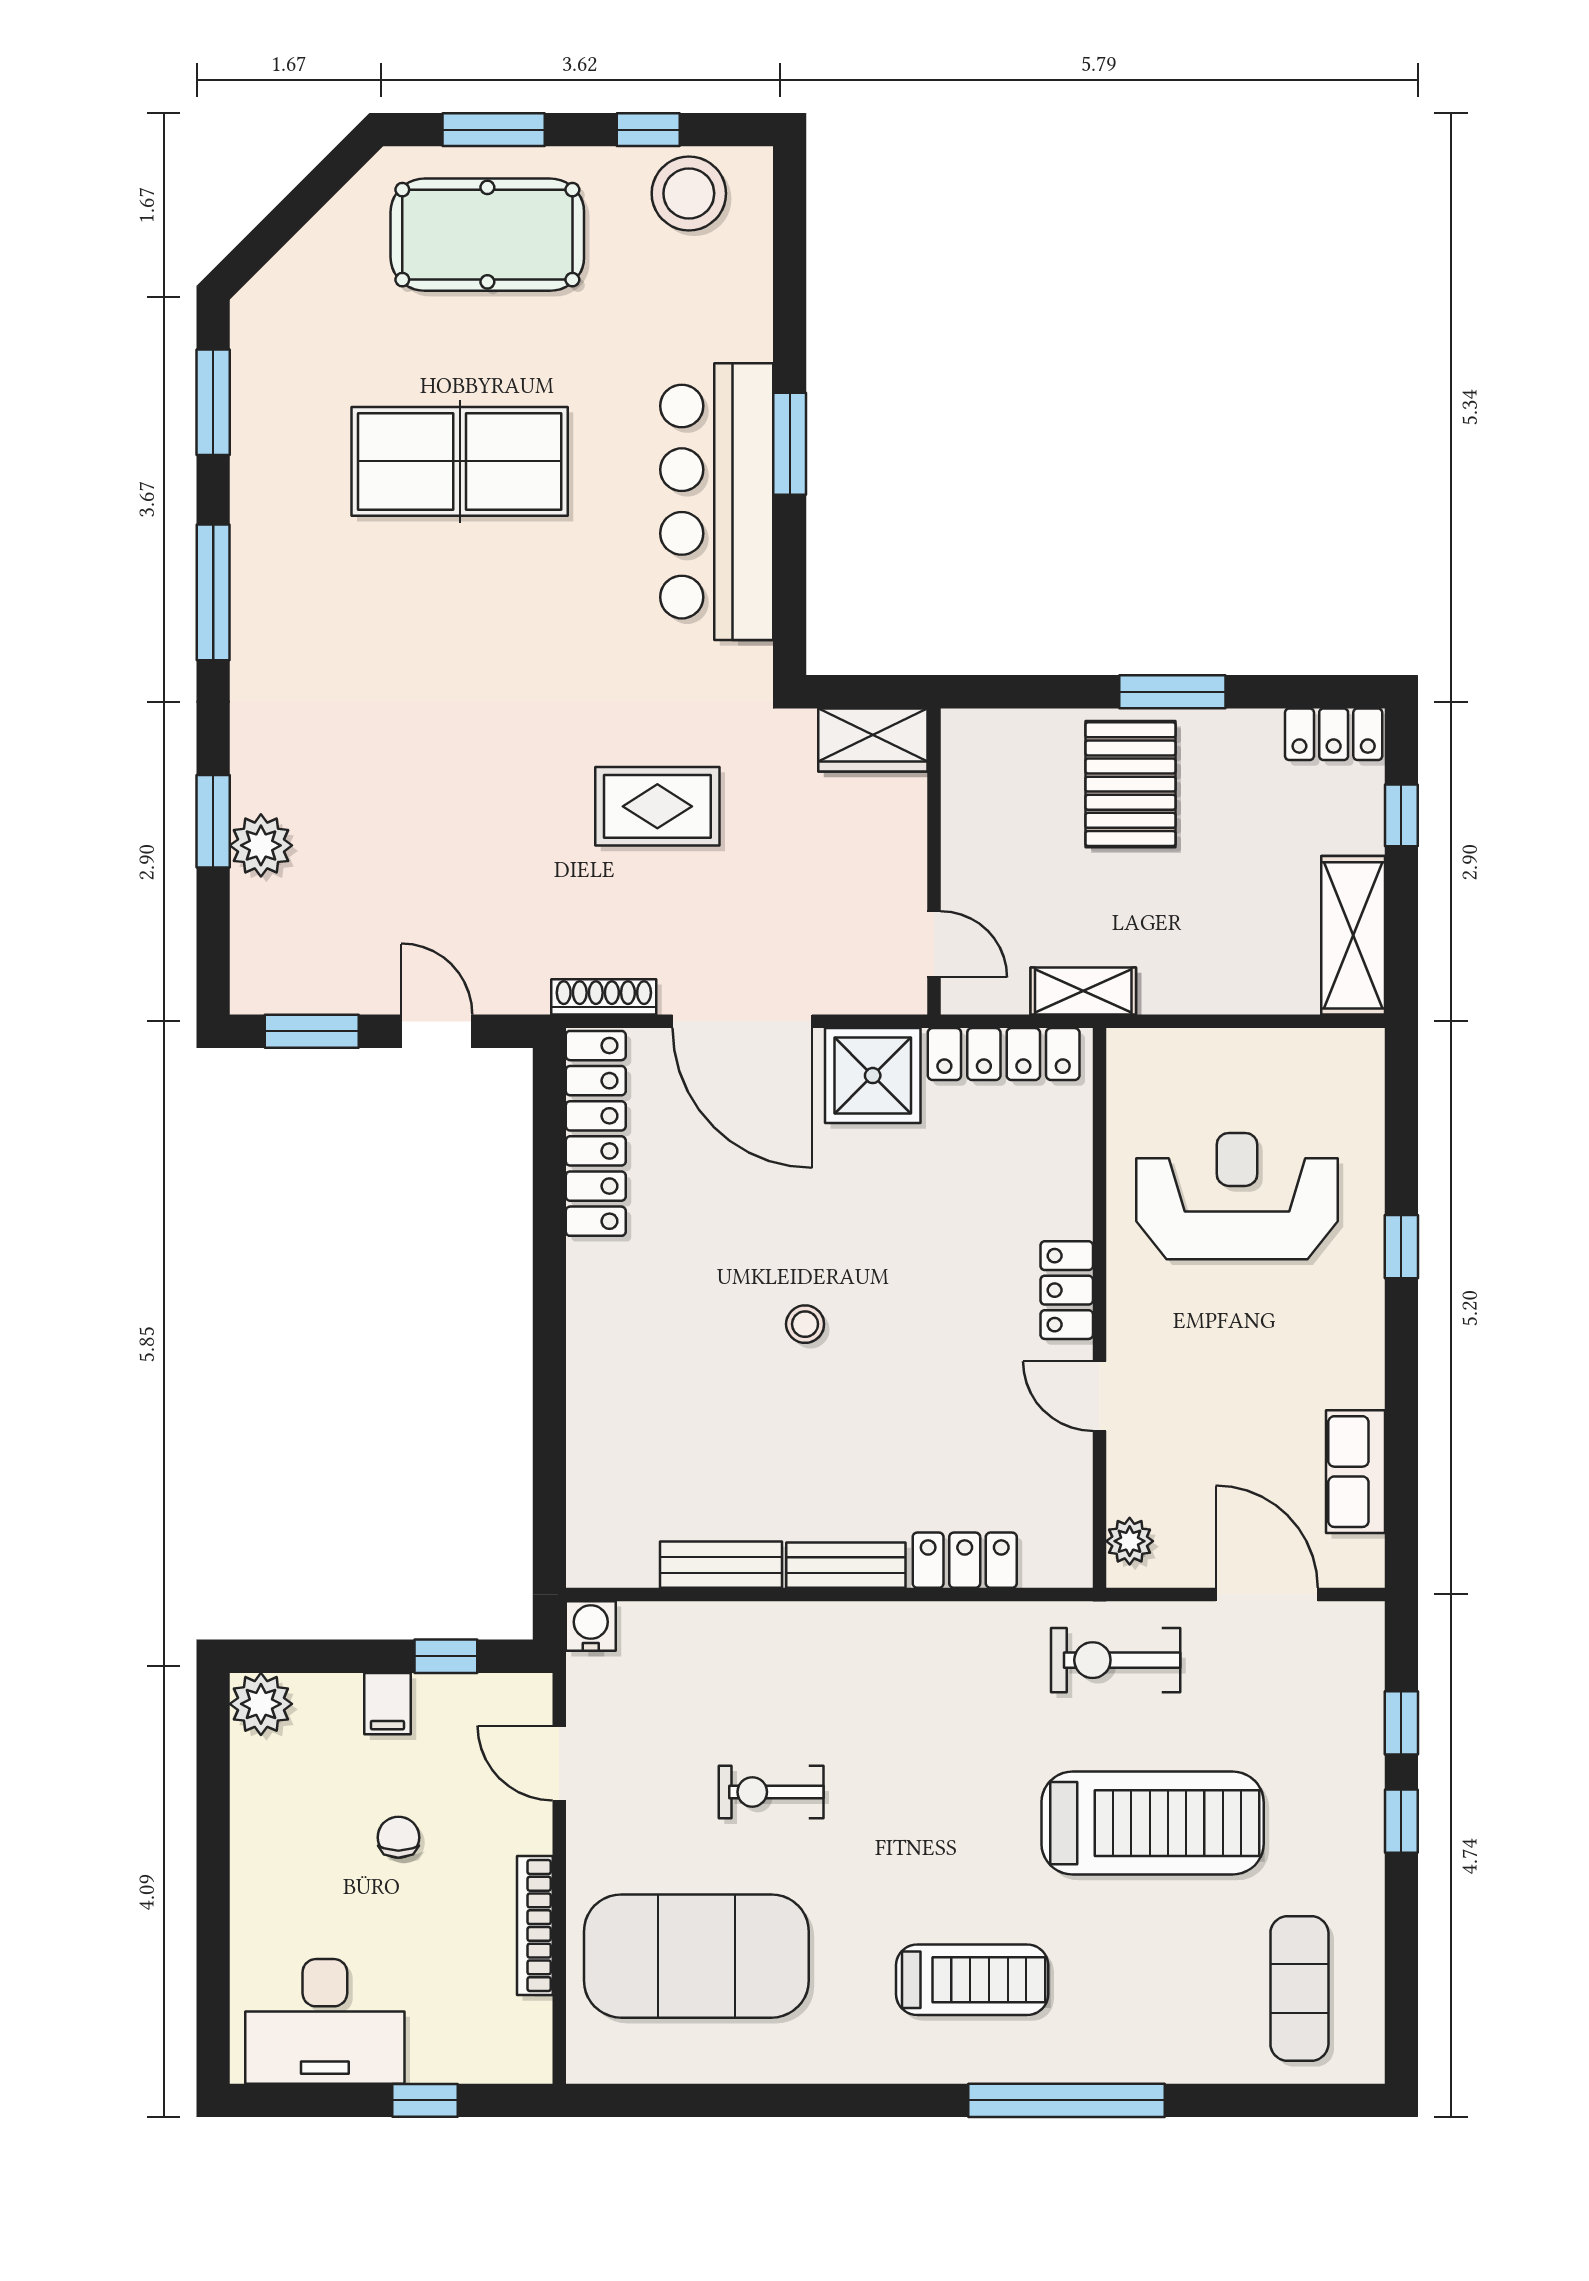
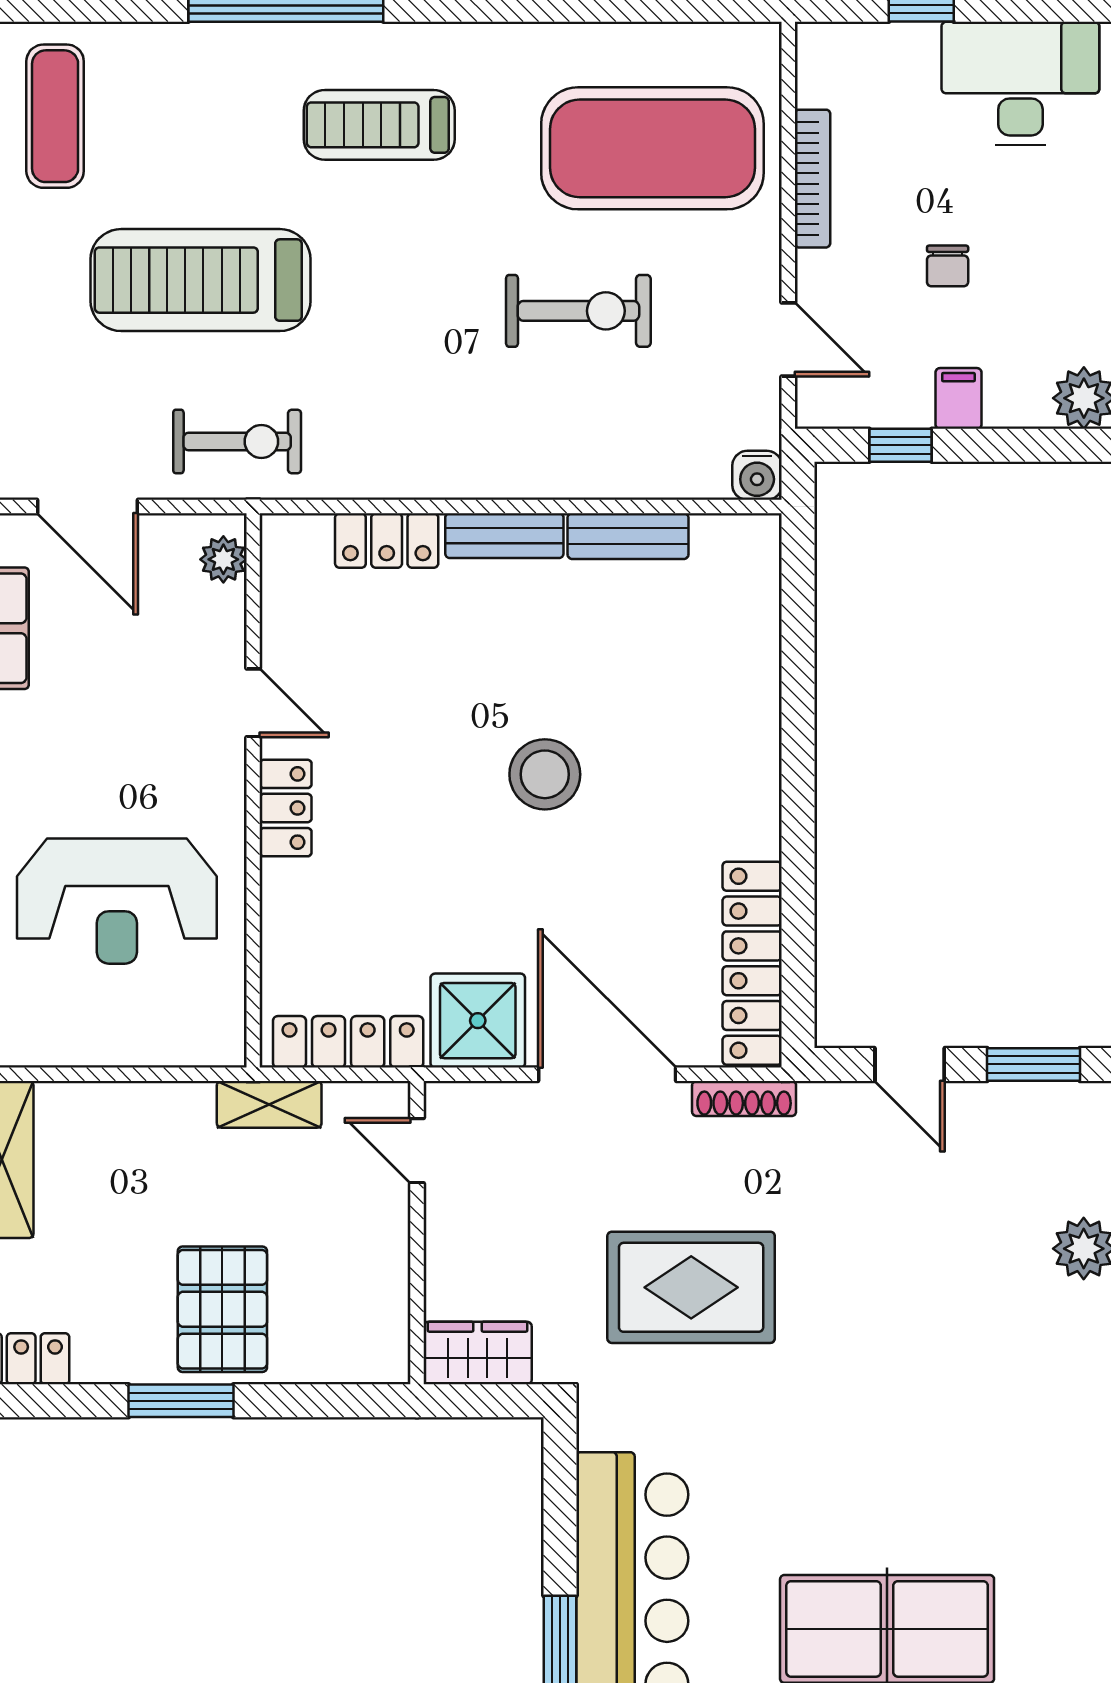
rug: (657, 806) -> (691, 1287), width x1.36, depth x1.43
stool: (805, 1324) -> (545, 774), width x1.89, depth x1.89
exercise bike: (771, 1792) -> (578, 311), width x1.38, depth x1.39

